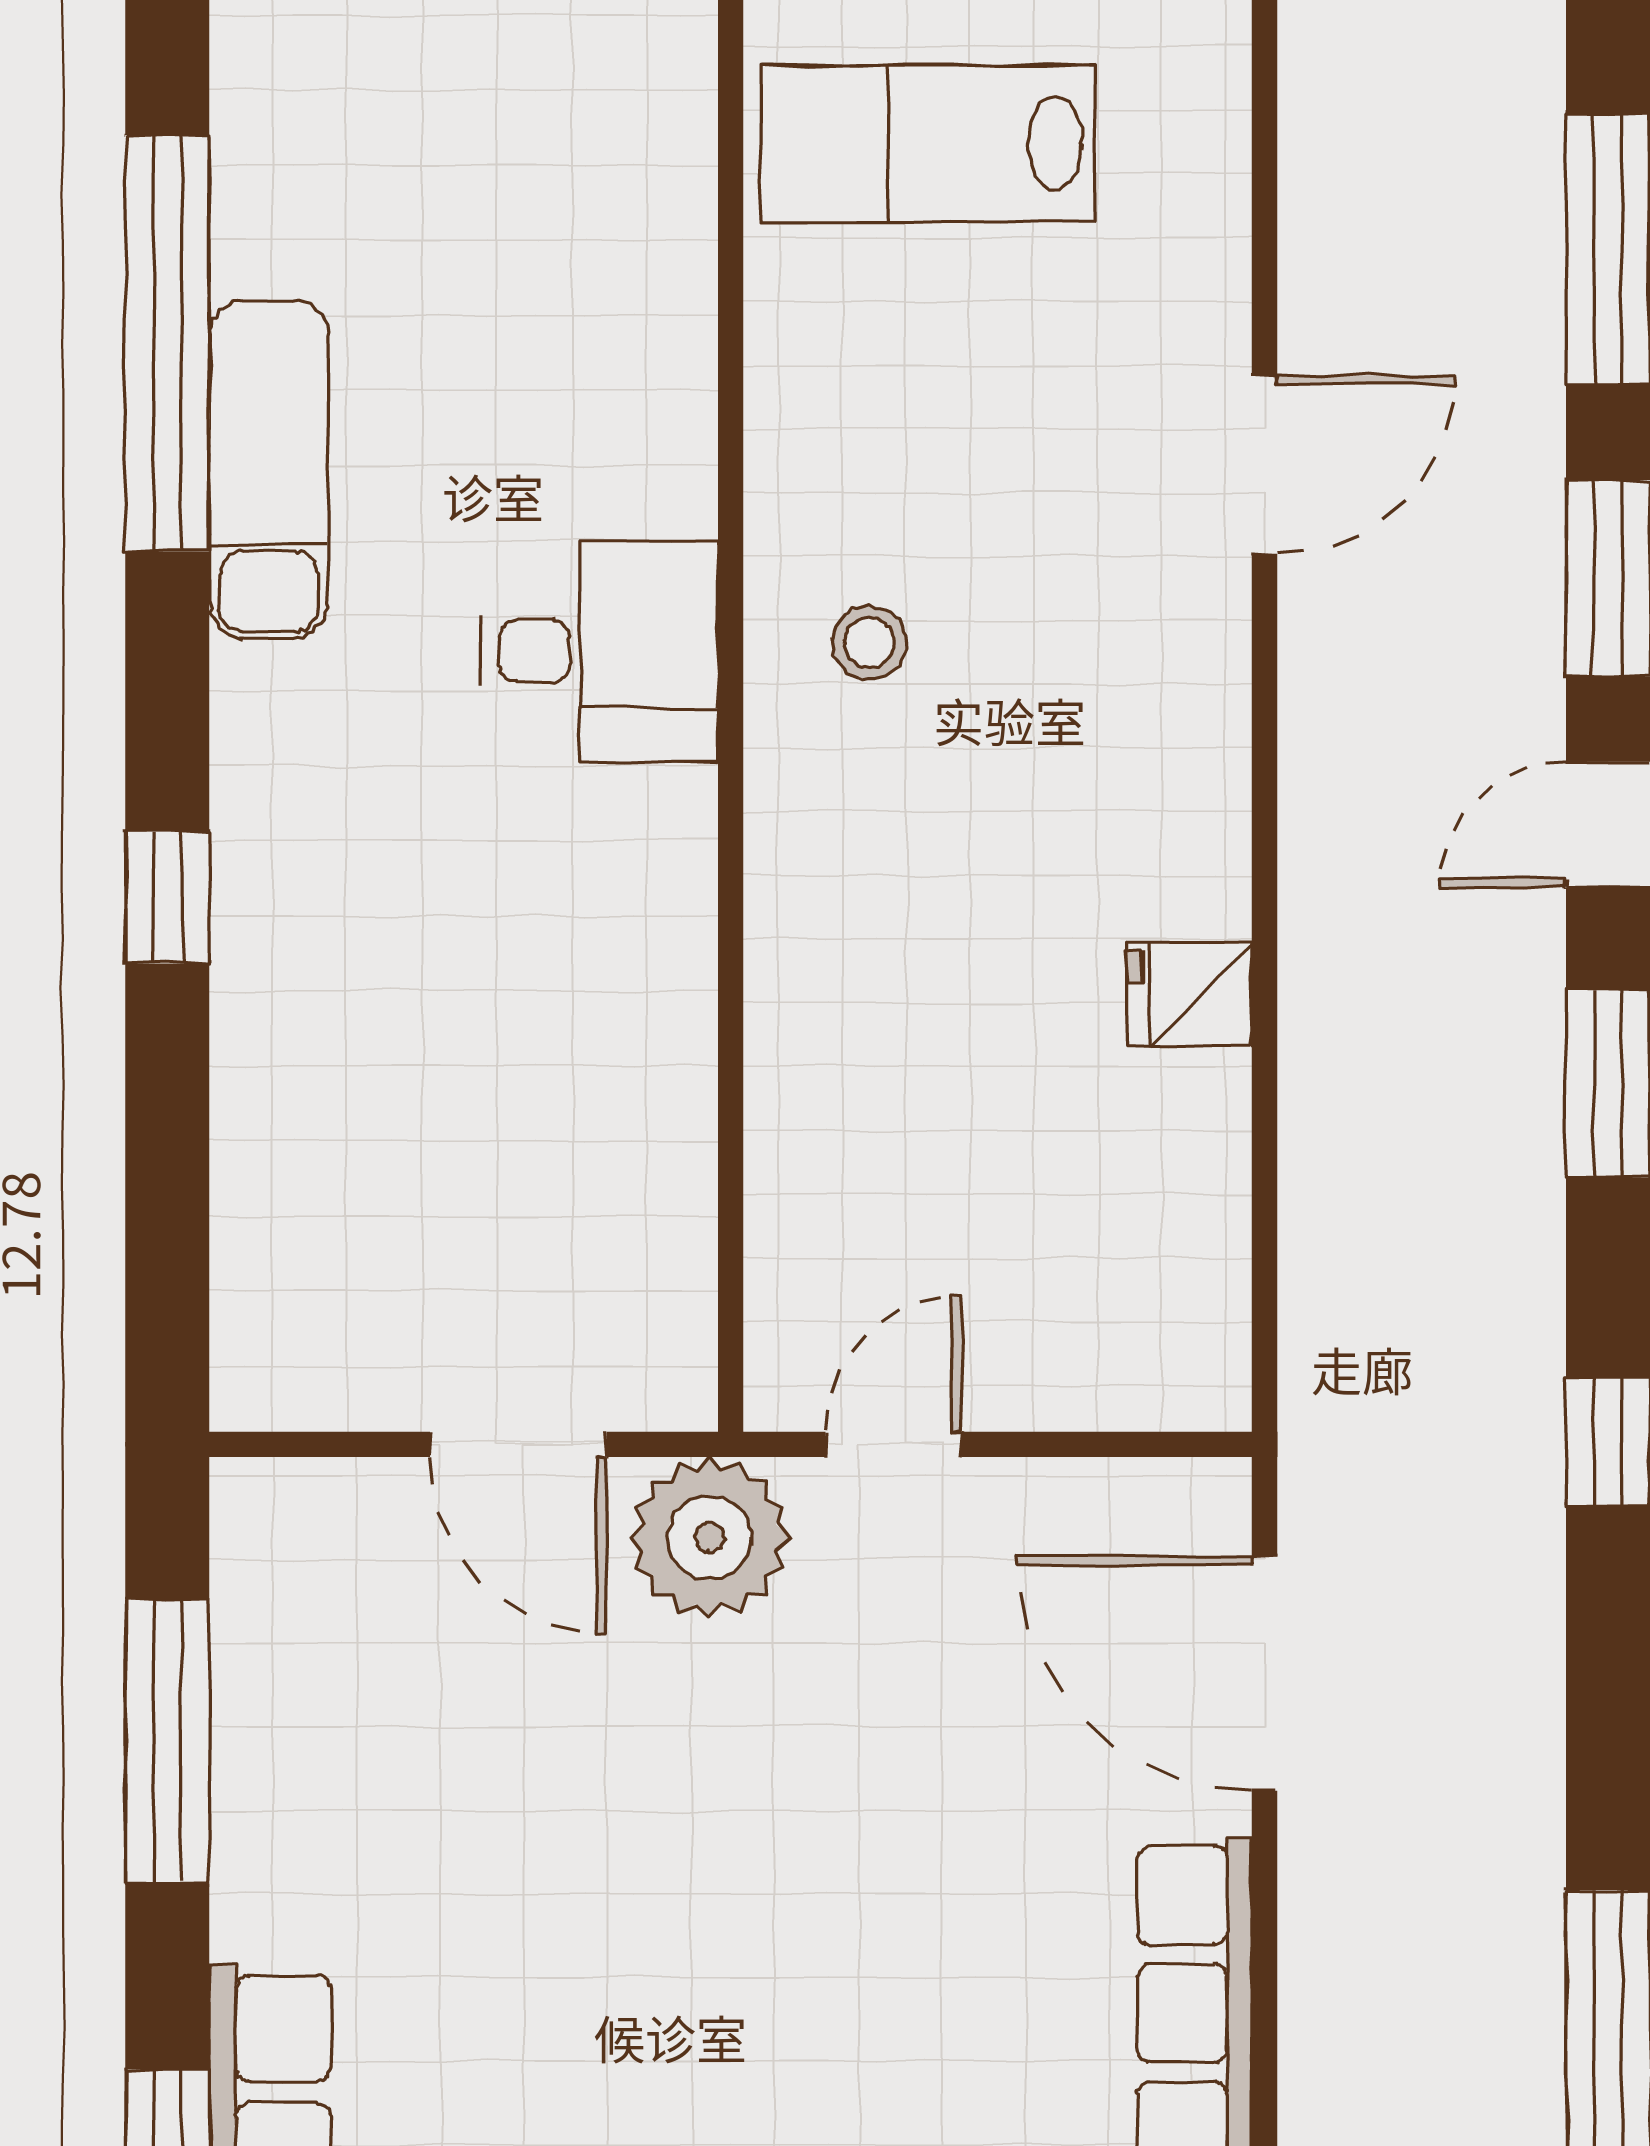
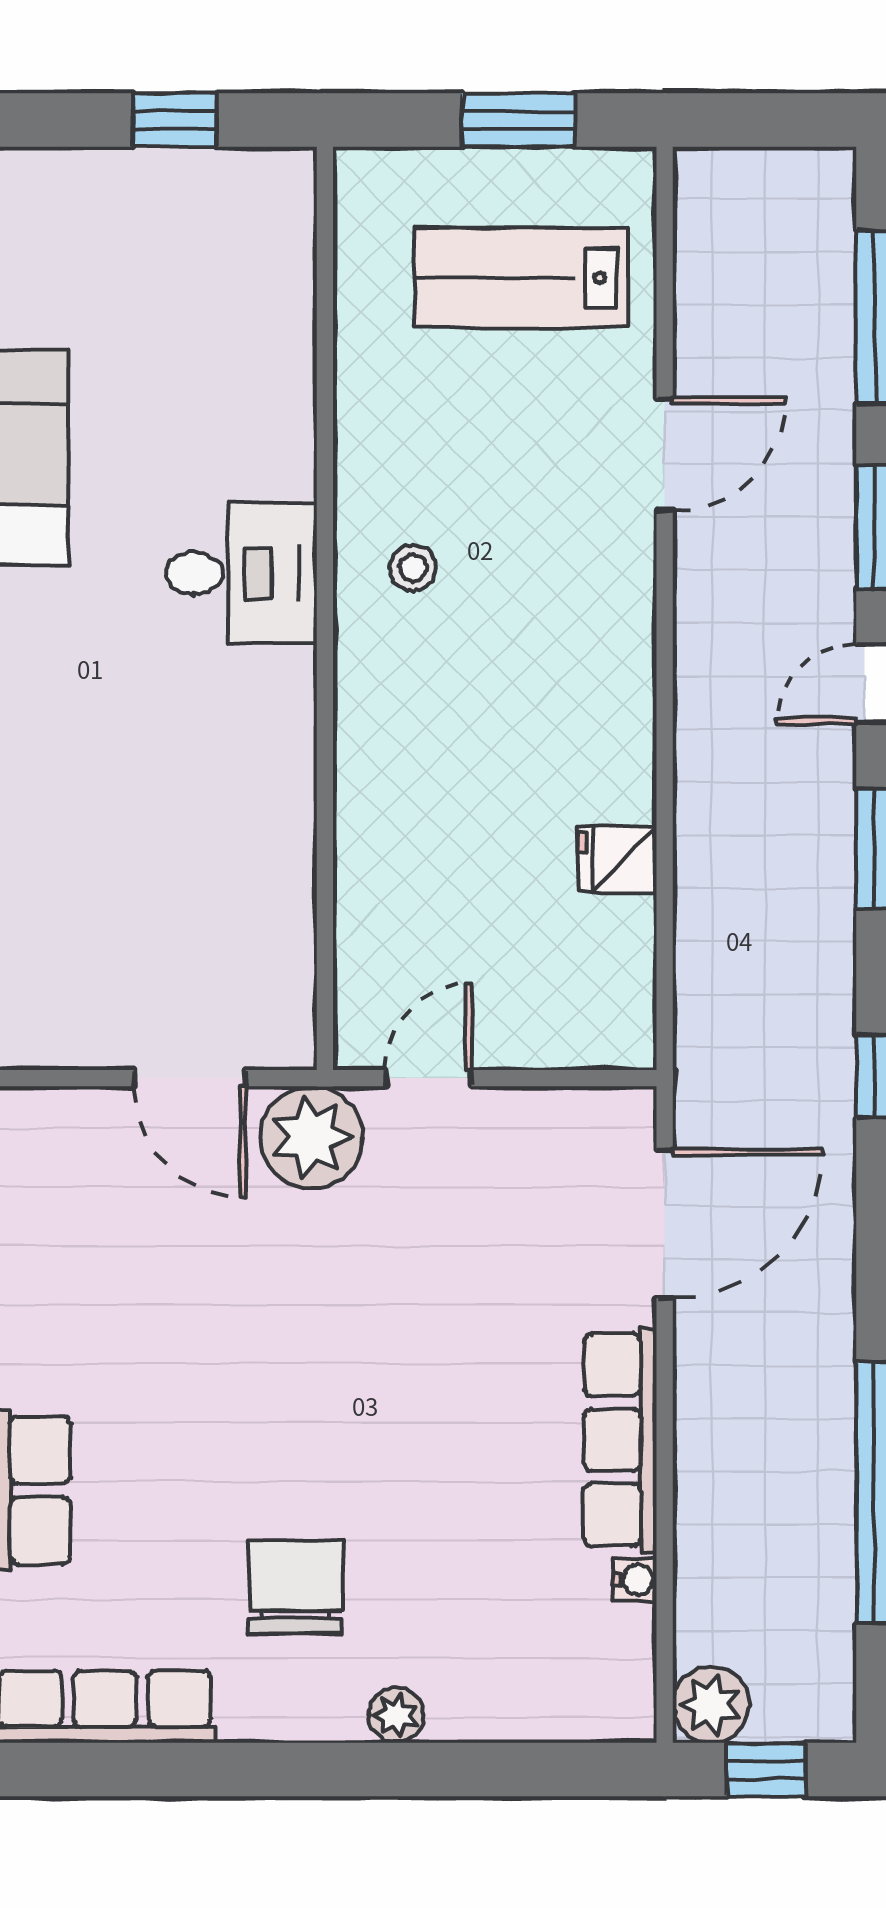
lab bench: (928, 144) -> (521, 278), moved
fridge: (1190, 994) -> (617, 860), moved
door: (1265, 1673) -> (665, 1224), swing flipped

